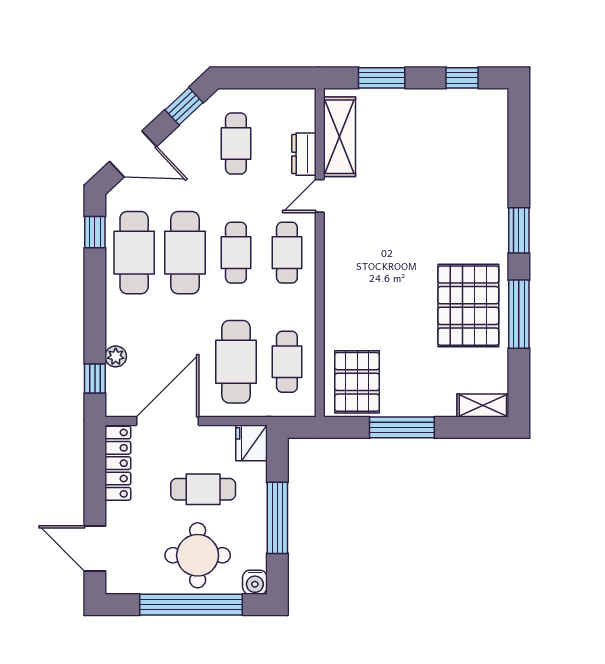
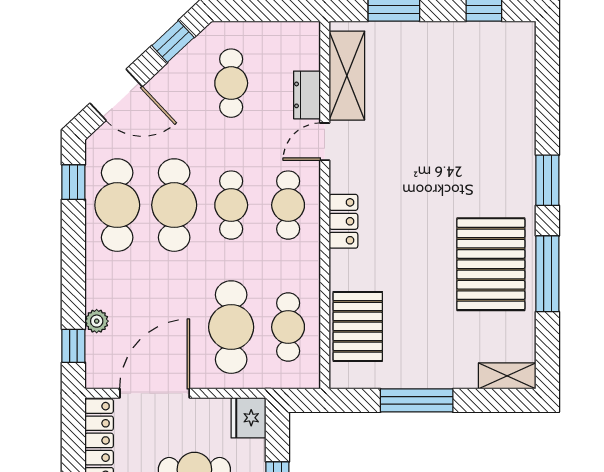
locker: (336, 267) -> (343, 221), added
pallet: (357, 382) -> (358, 326), moved

